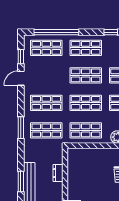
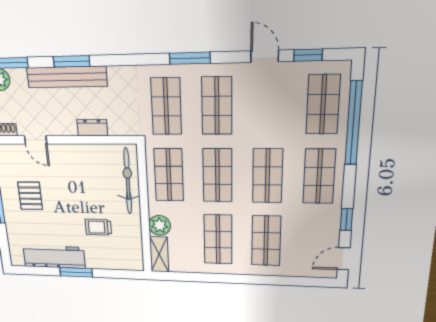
window: (21, 128) -> (190, 58), moved
bicycle: (90, 154) -> (128, 181), added

